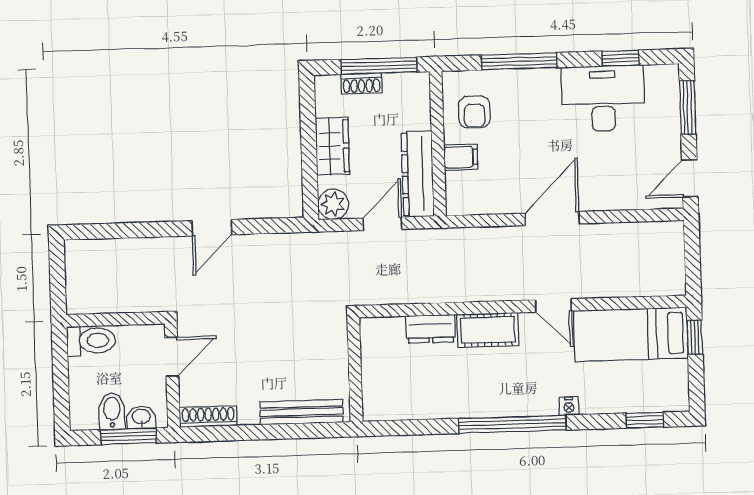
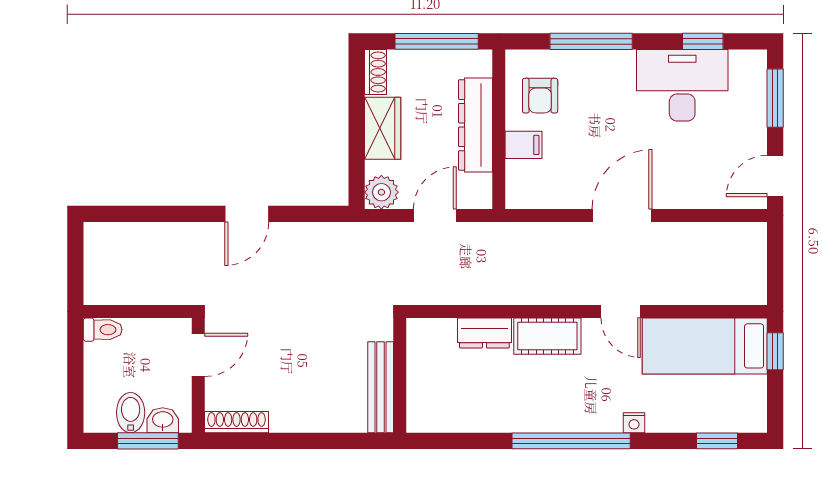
shoe rack: (362, 84) -> (375, 72), moved, turned -90
dresser: (418, 174) -> (476, 125), moved
toilet: (91, 341) -> (103, 330), width x0.73, depth x0.72
bench: (301, 412) -> (381, 387), moved, turned 90

